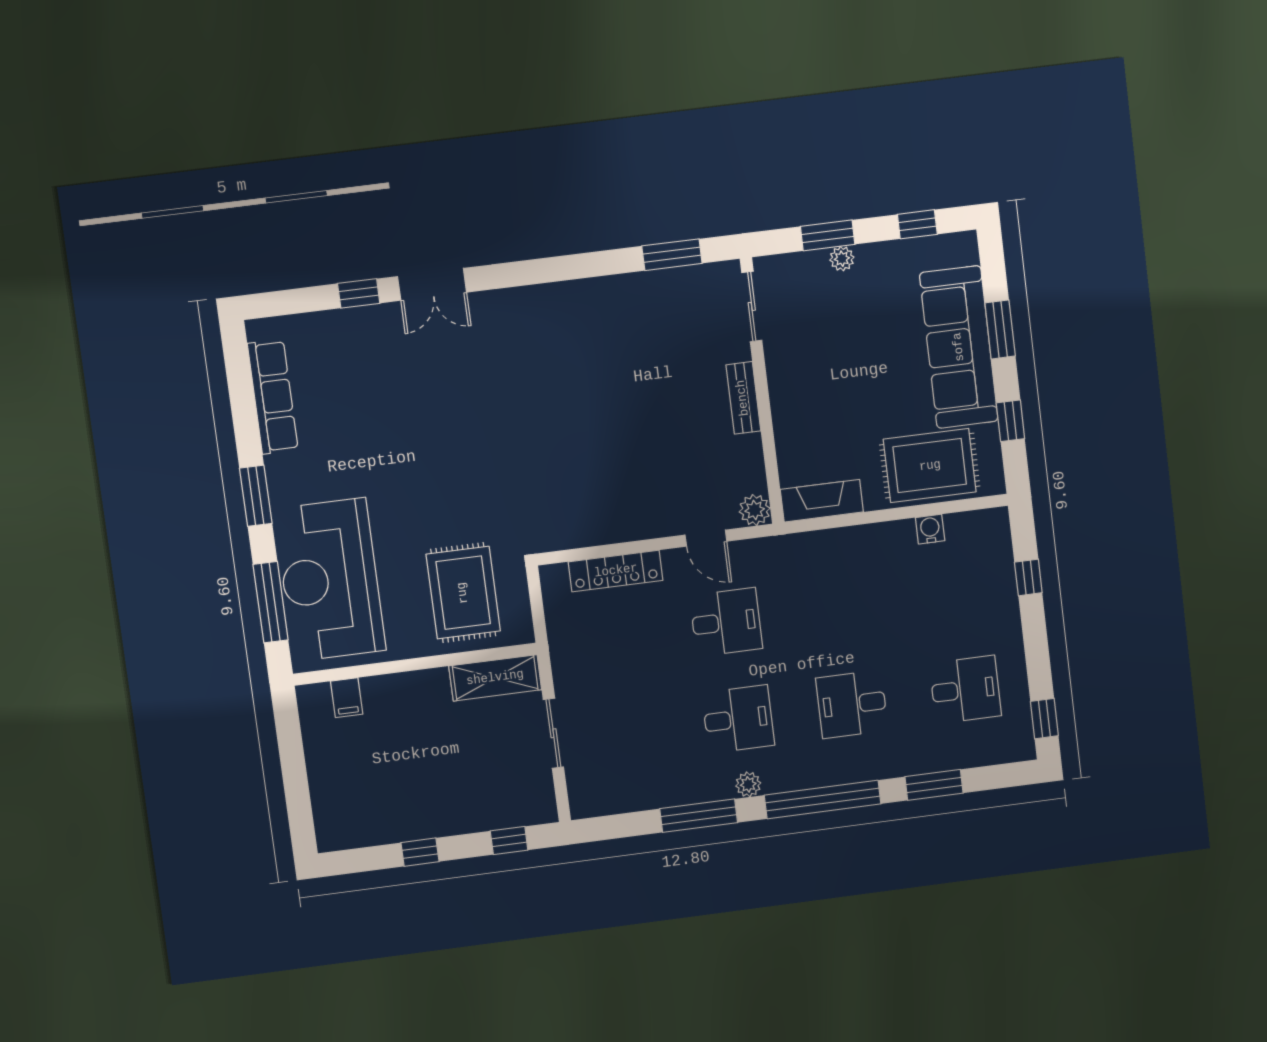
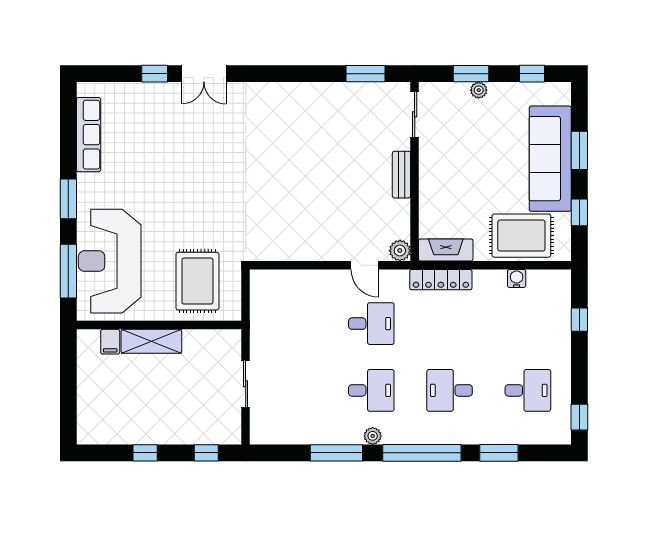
locker: (616, 571) -> (441, 280), moved
shelving: (495, 678) -> (151, 341), moved

